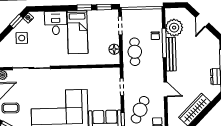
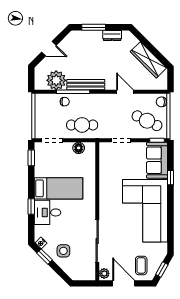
window: (84, 8) -> (31, 206), moved
door: (165, 89) -> (125, 92), hinge flipped

